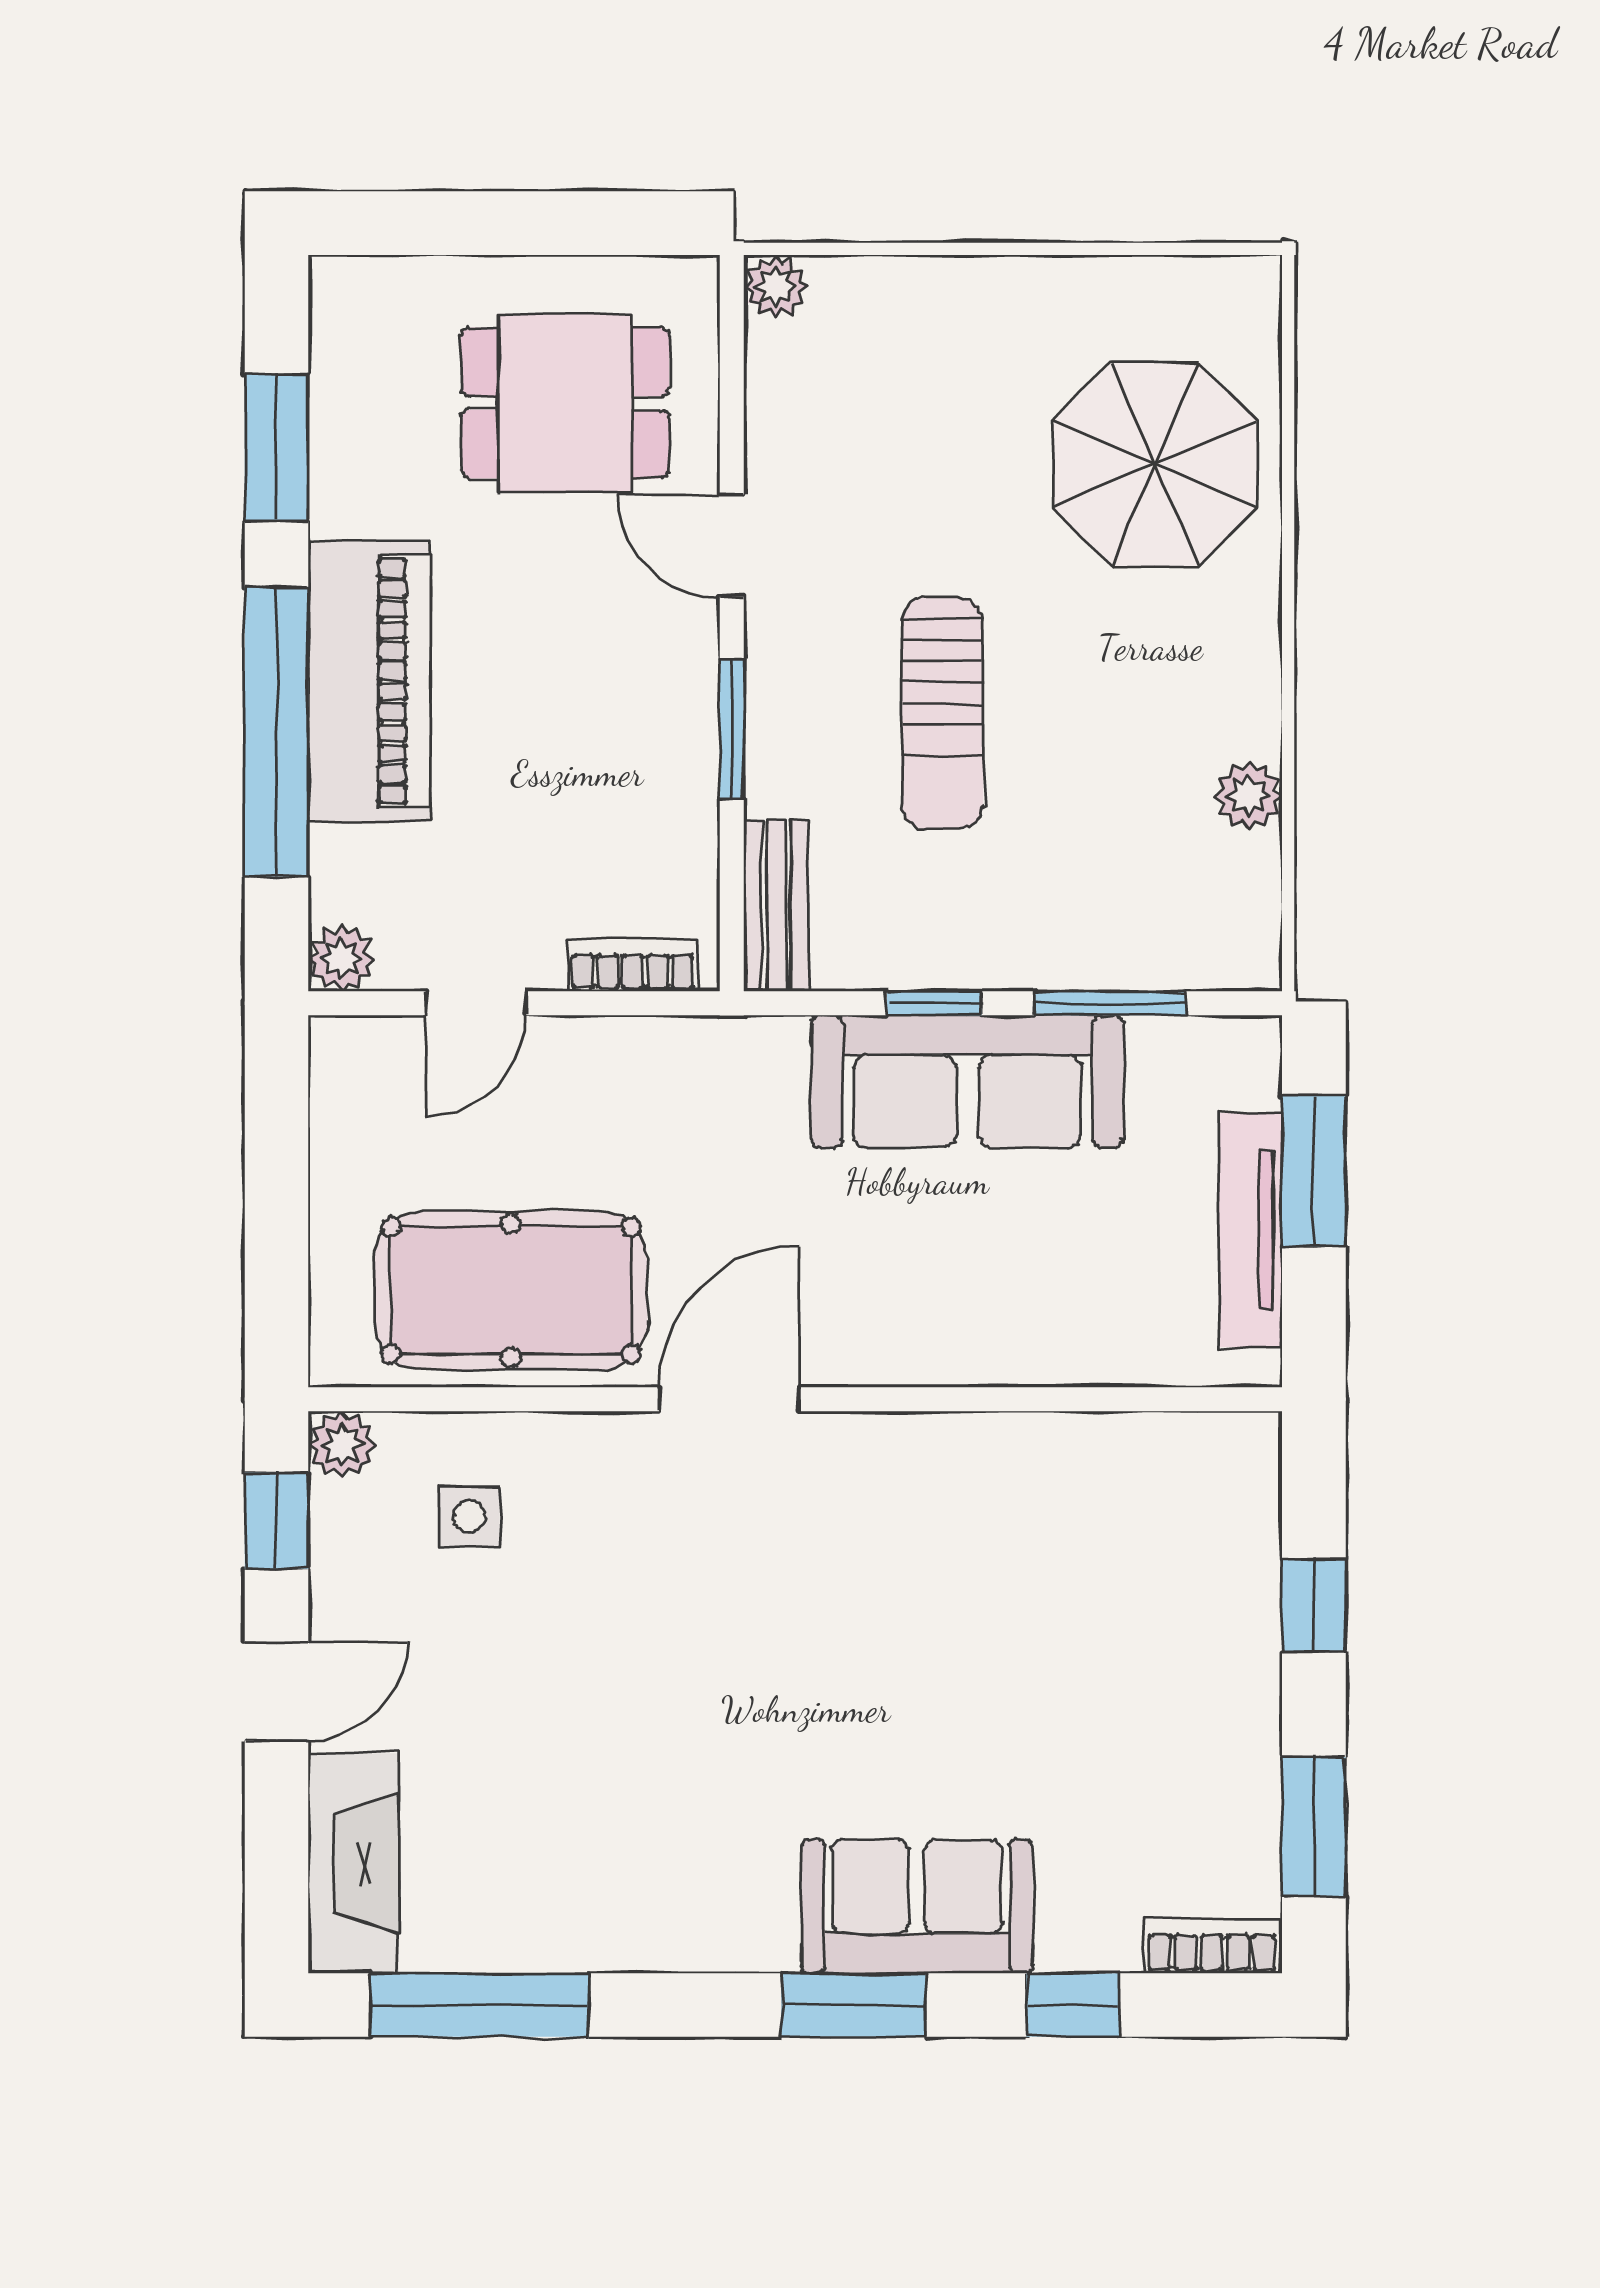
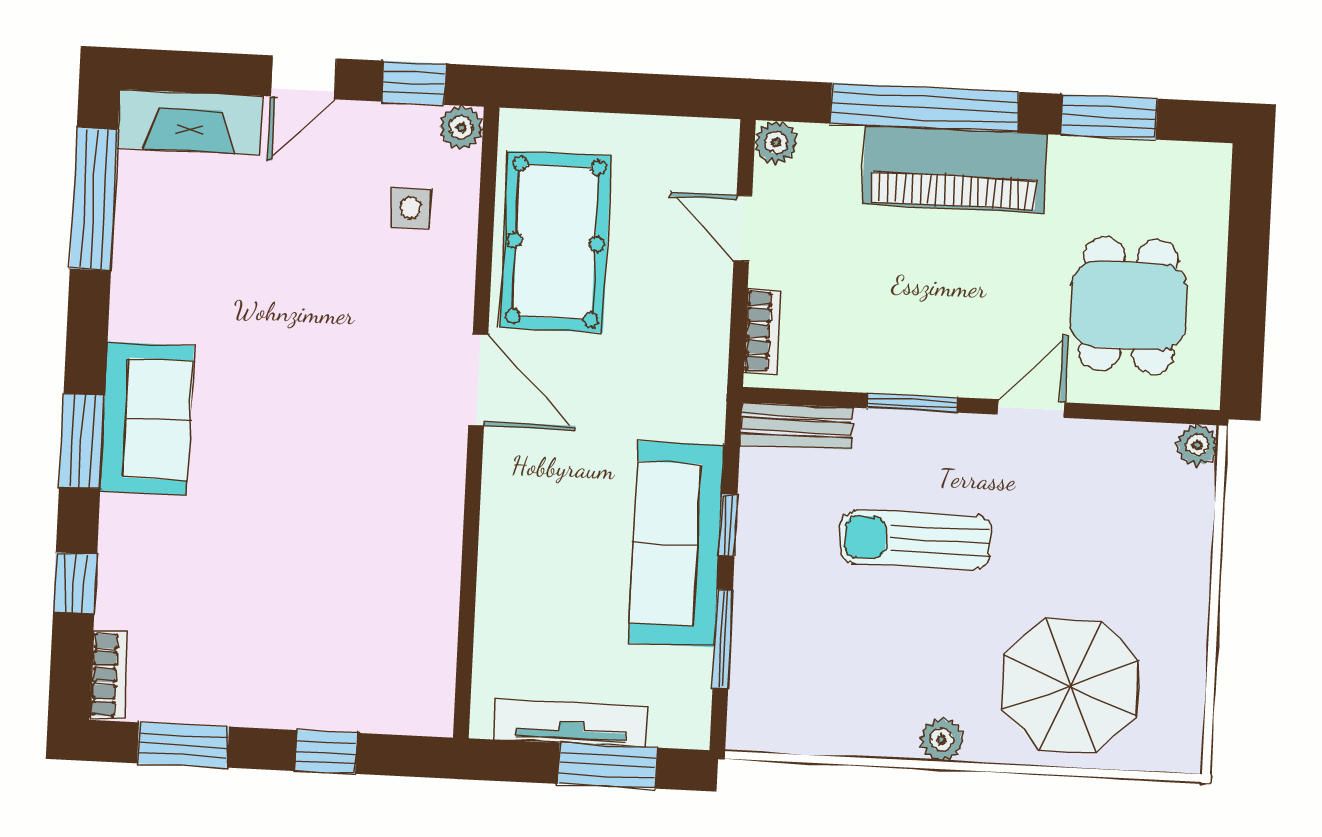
plant: (1249, 795) -> (942, 740), moved
door: (276, 1691) -> (304, 77), hinge flipped
sofa: (917, 1906) -> (147, 419), moved

